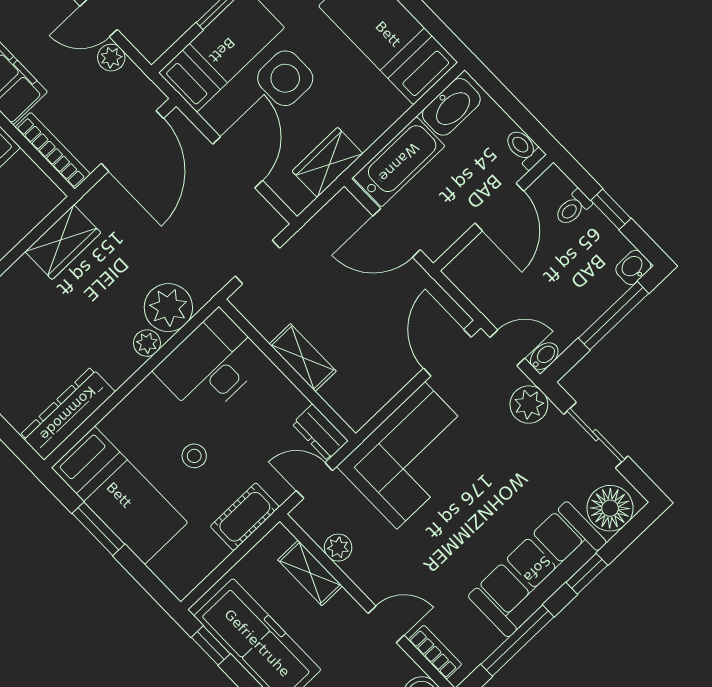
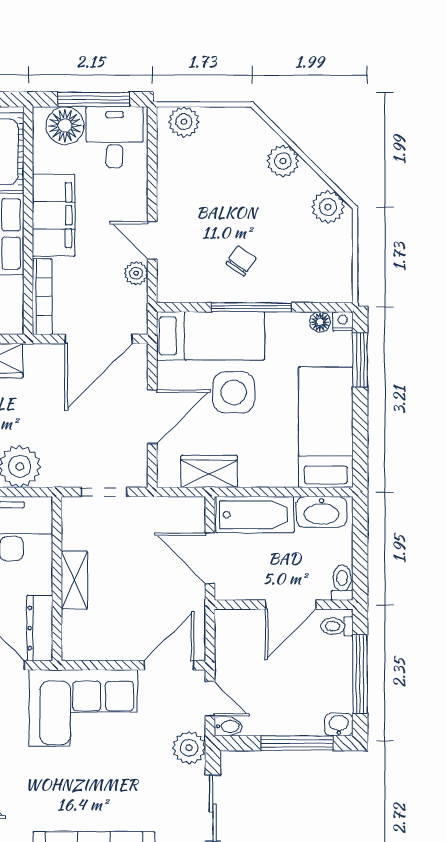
toilet: (573, 208) -> (337, 626), moved
window: (611, 209) -> (360, 674), width x2.17
dresser: (320, 432) -> (40, 628), width x1.44

